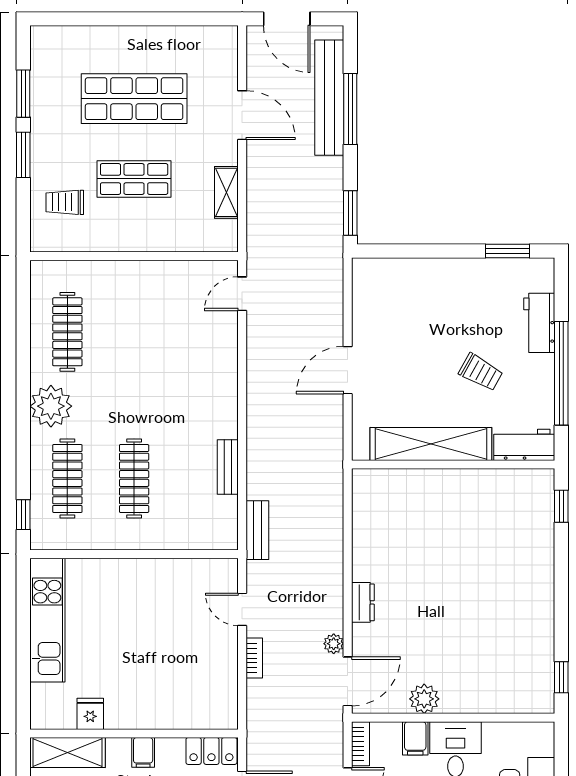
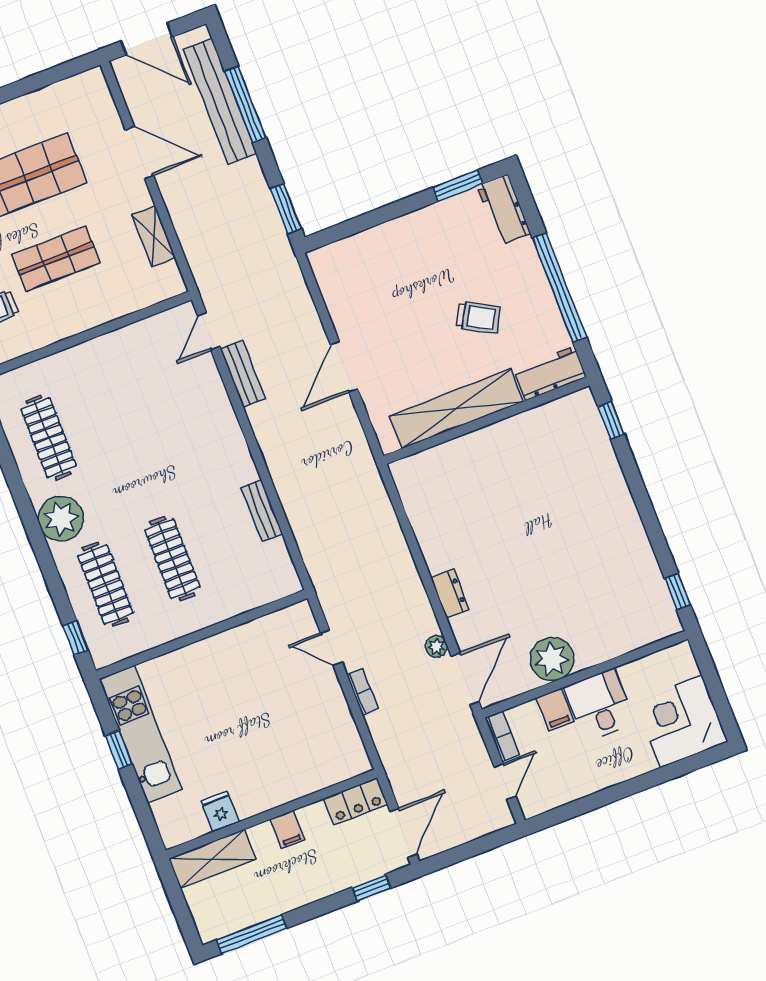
workbench: (539, 323) -> (504, 210), moved
bench: (257, 530) -> (243, 374), moved
window: (23, 626) -> (119, 750), added
plant: (424, 699) -> (552, 659), width x1.36, depth x1.36

